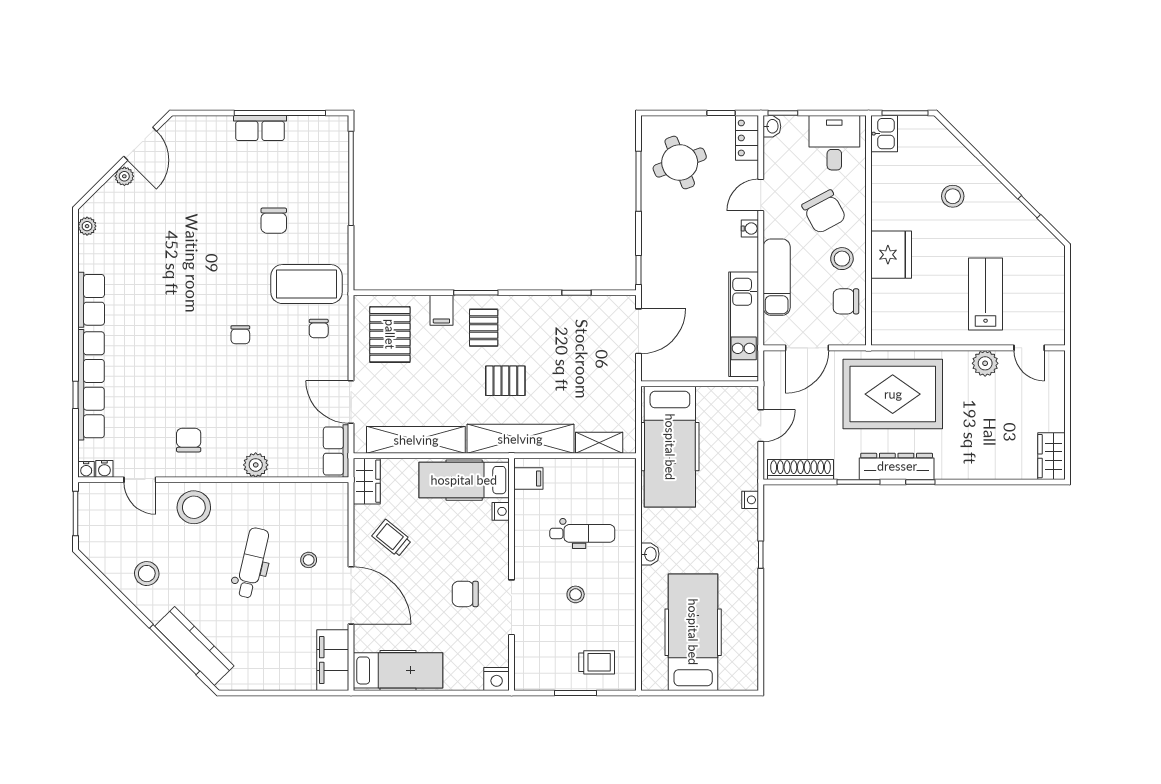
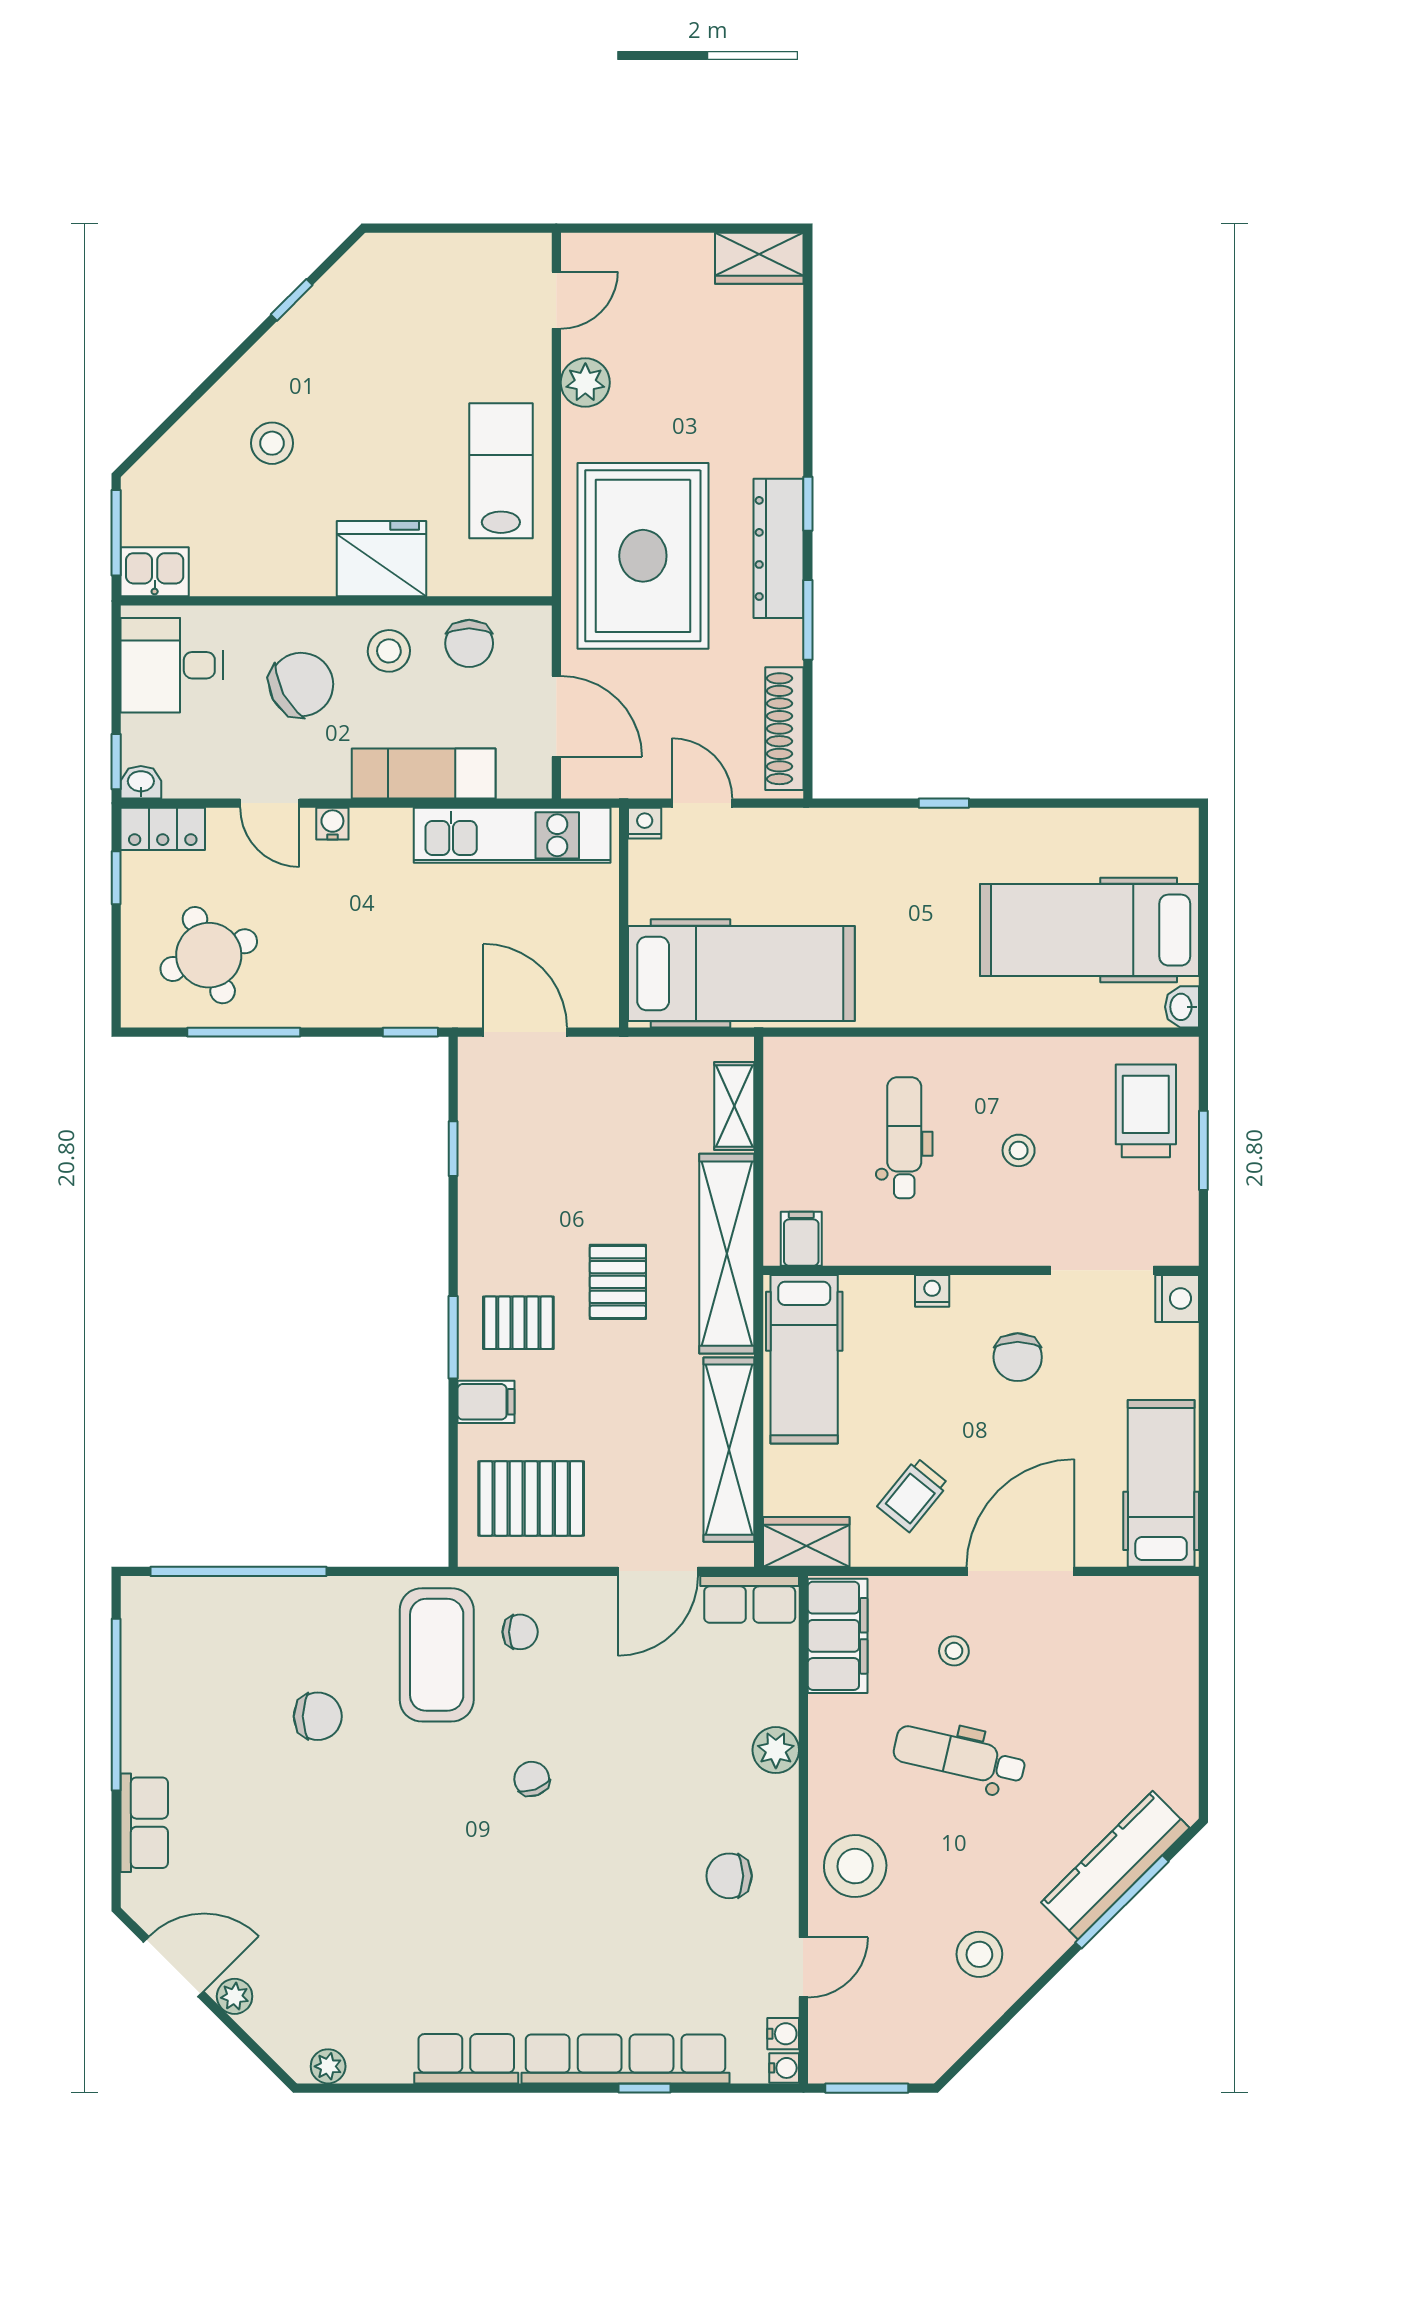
row of seats: (260, 128) -> (144, 1823), moved
lab bench: (986, 294) -> (501, 471), moved, turned 90
chair: (240, 335) -> (532, 1779), turned -110
nightstand: (750, 500) -> (645, 823), moved
nightstand: (501, 511) -> (932, 1291), moved
washbasin: (650, 554) -> (1182, 1007), moved, turned -90
doorway: (512, 607) -> (1102, 1270), moved
filing cabinet: (333, 660) -> (838, 1636), moved, turned -90
trolley: (597, 662) -> (1146, 1111), width x1.36, depth x1.39

